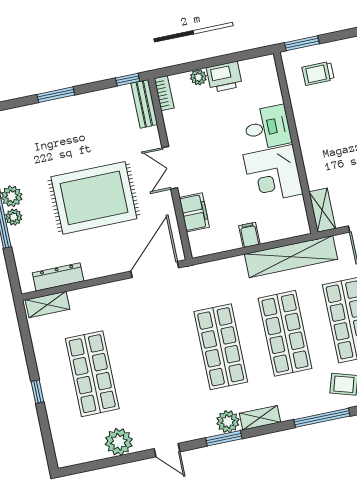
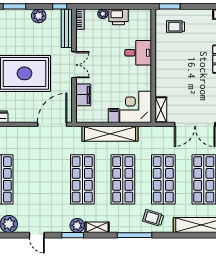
plant: (97, 102) -> (39, 16), added
bench: (144, 104) -> (67, 28), width x1.36
double door: (170, 168) -> (74, 65), swing flipped
corner desk: (273, 174) -> (136, 107), moved, turned 90
shelving: (291, 257) -> (110, 134), moved

